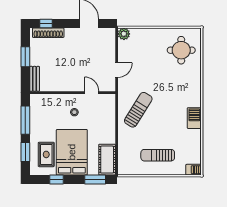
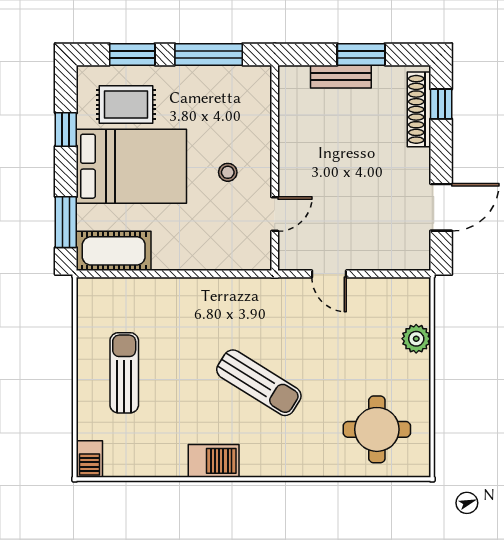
plant: (124, 34) -> (416, 339), moved
bench: (35, 79) -> (341, 77), moved
sun lounger: (138, 110) -> (259, 383), moved

